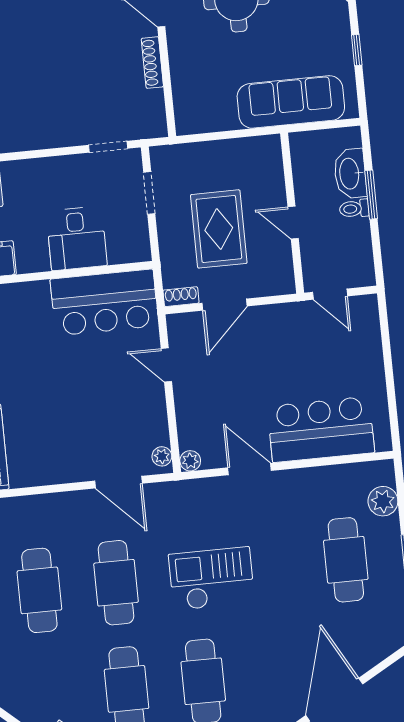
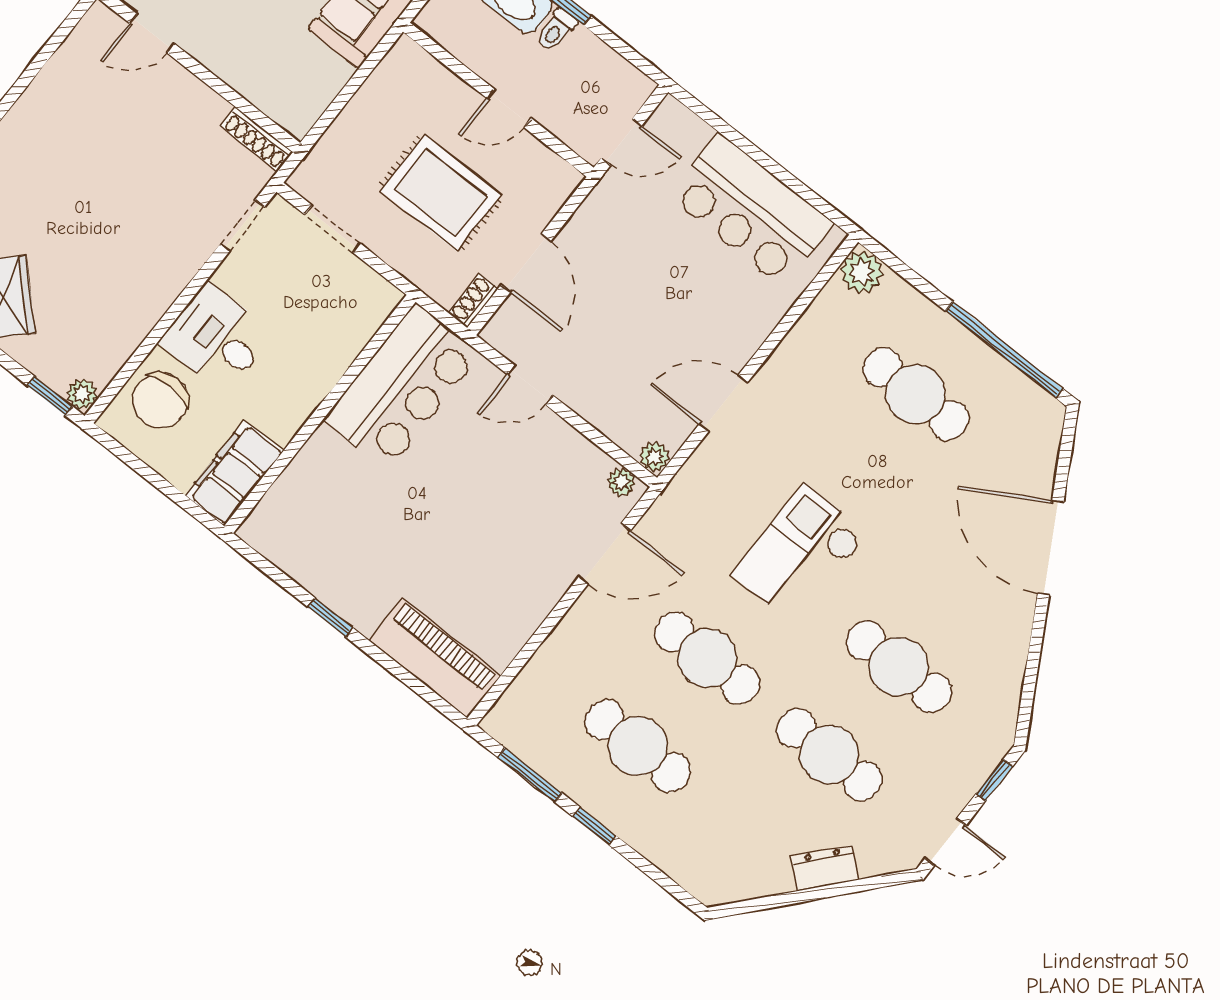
shoe rack: (152, 63) -> (256, 139), moved
desk: (77, 238) -> (216, 338), moved, turned 180
bar counter: (321, 429) -> (751, 210), moved, turned -90
plant: (383, 501) -> (862, 272), moved

